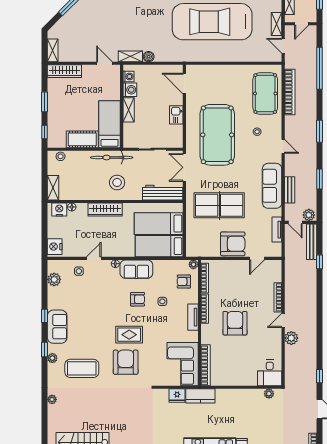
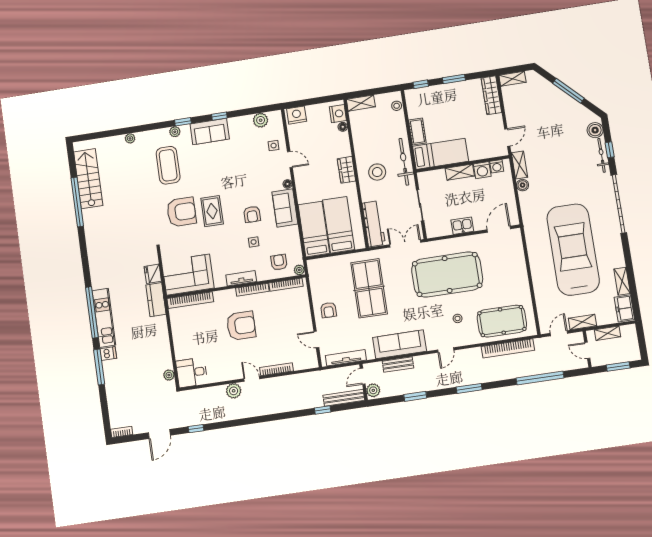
cot: (82, 139) -> (417, 131), width x0.73, depth x0.75
wardrobe: (105, 209) -> (346, 170), width x0.67
tv unit: (277, 230) -> (346, 358), width x1.41
armchair: (233, 244) -> (329, 310), width x0.53, depth x0.53

